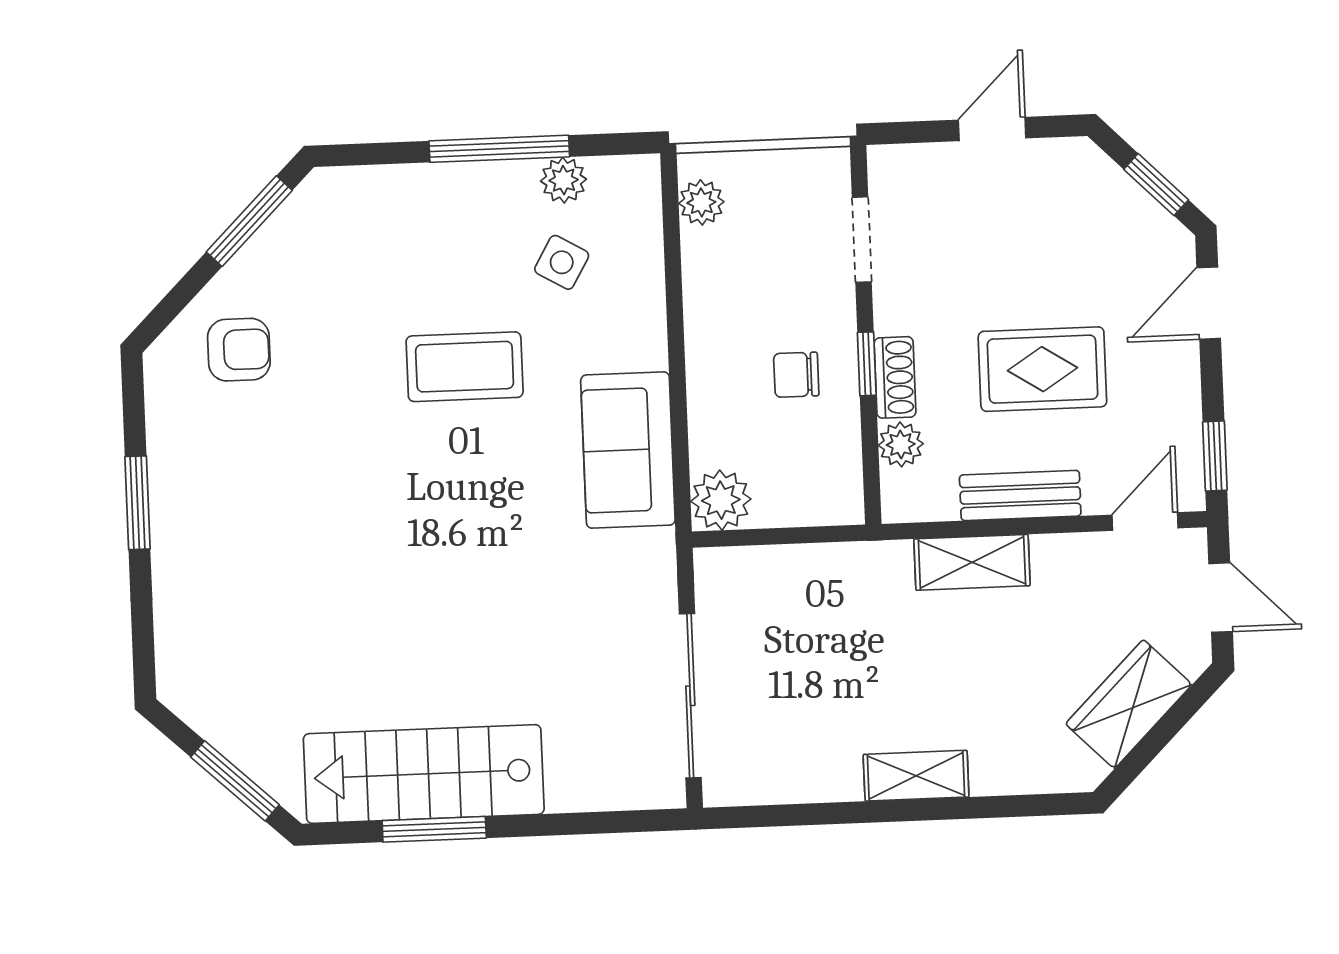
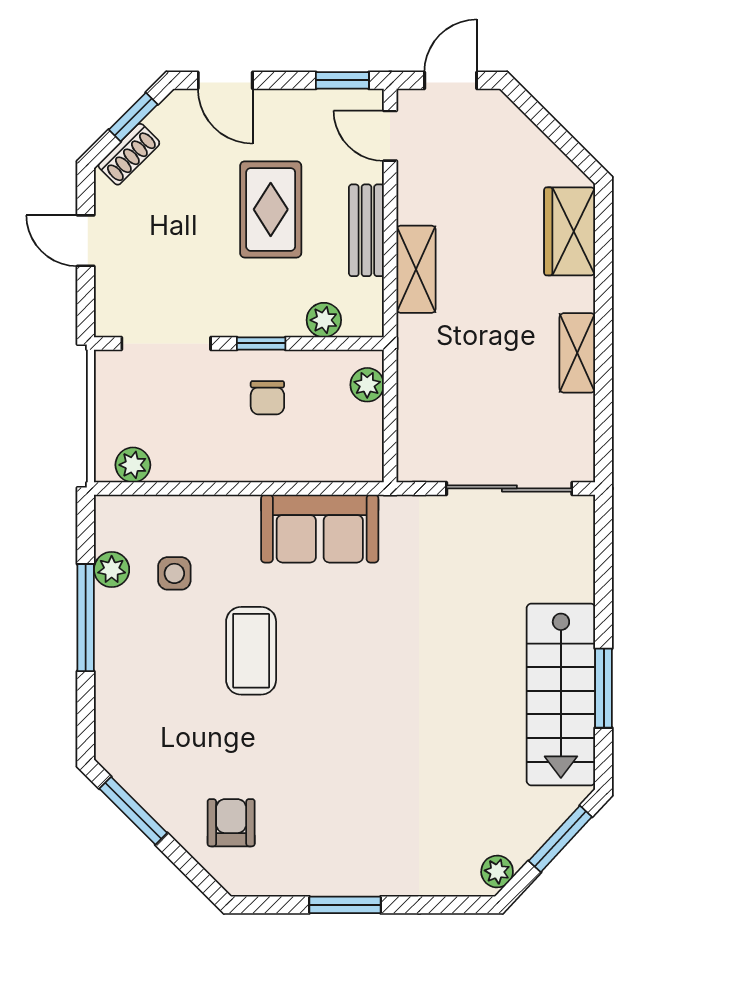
doorway: (862, 240) -> (166, 343), width x1.38
side table: (562, 262) -> (174, 573), turned -30
shoe rack: (895, 377) -> (129, 154), moved, turned 135
plant: (721, 500) -> (367, 385), moved, width x0.73, depth x0.73
plant: (189, 700) -> (497, 871), added
wardrobe: (1129, 704) -> (570, 231), moved, turned 45
shelving: (916, 776) -> (577, 353), moved

